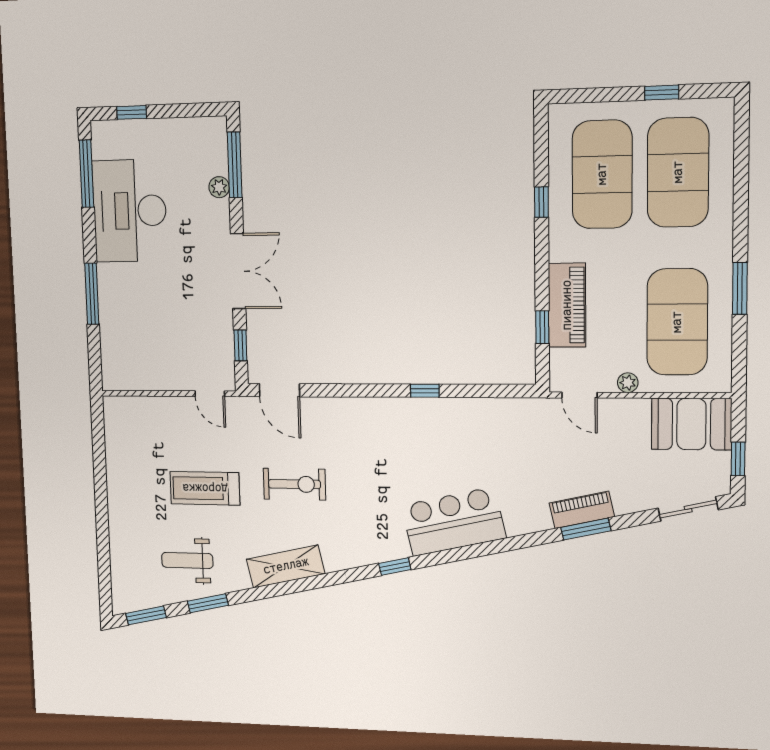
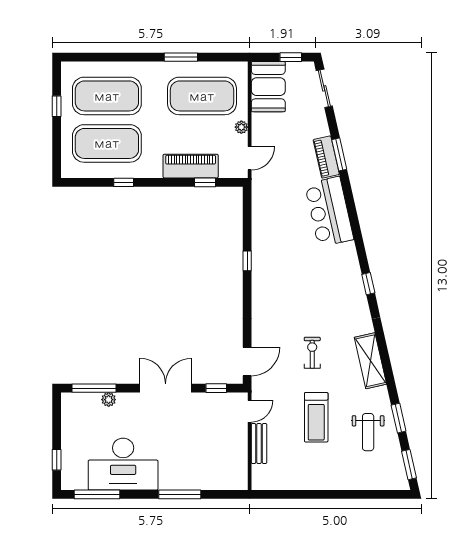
bench: (166, 407) -> (259, 443), added
exercise bike: (294, 484) -> (312, 353), width x0.73, depth x0.72
bar counter: (453, 522) -> (329, 212), moved

